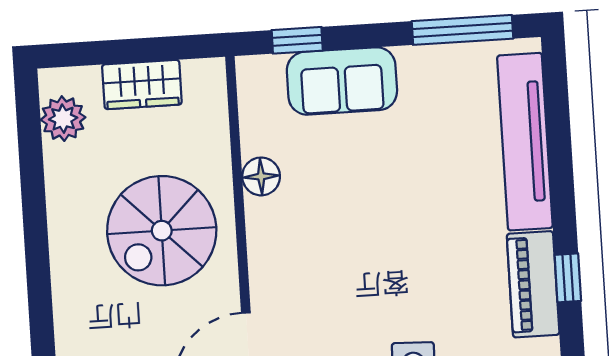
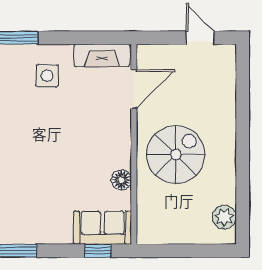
sofa: (342, 81) -> (103, 228), moved
wardrobe: (142, 84) -> (181, 233), removed

